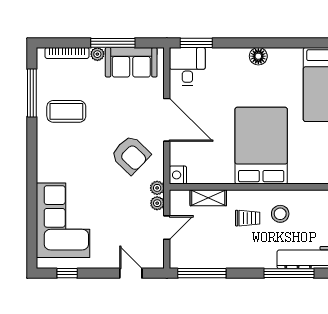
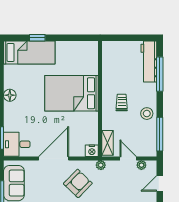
shelving: (208, 198) -> (108, 143), moved
plant: (157, 203) -> (141, 165), moved
stool: (280, 214) -> (147, 114), moved

